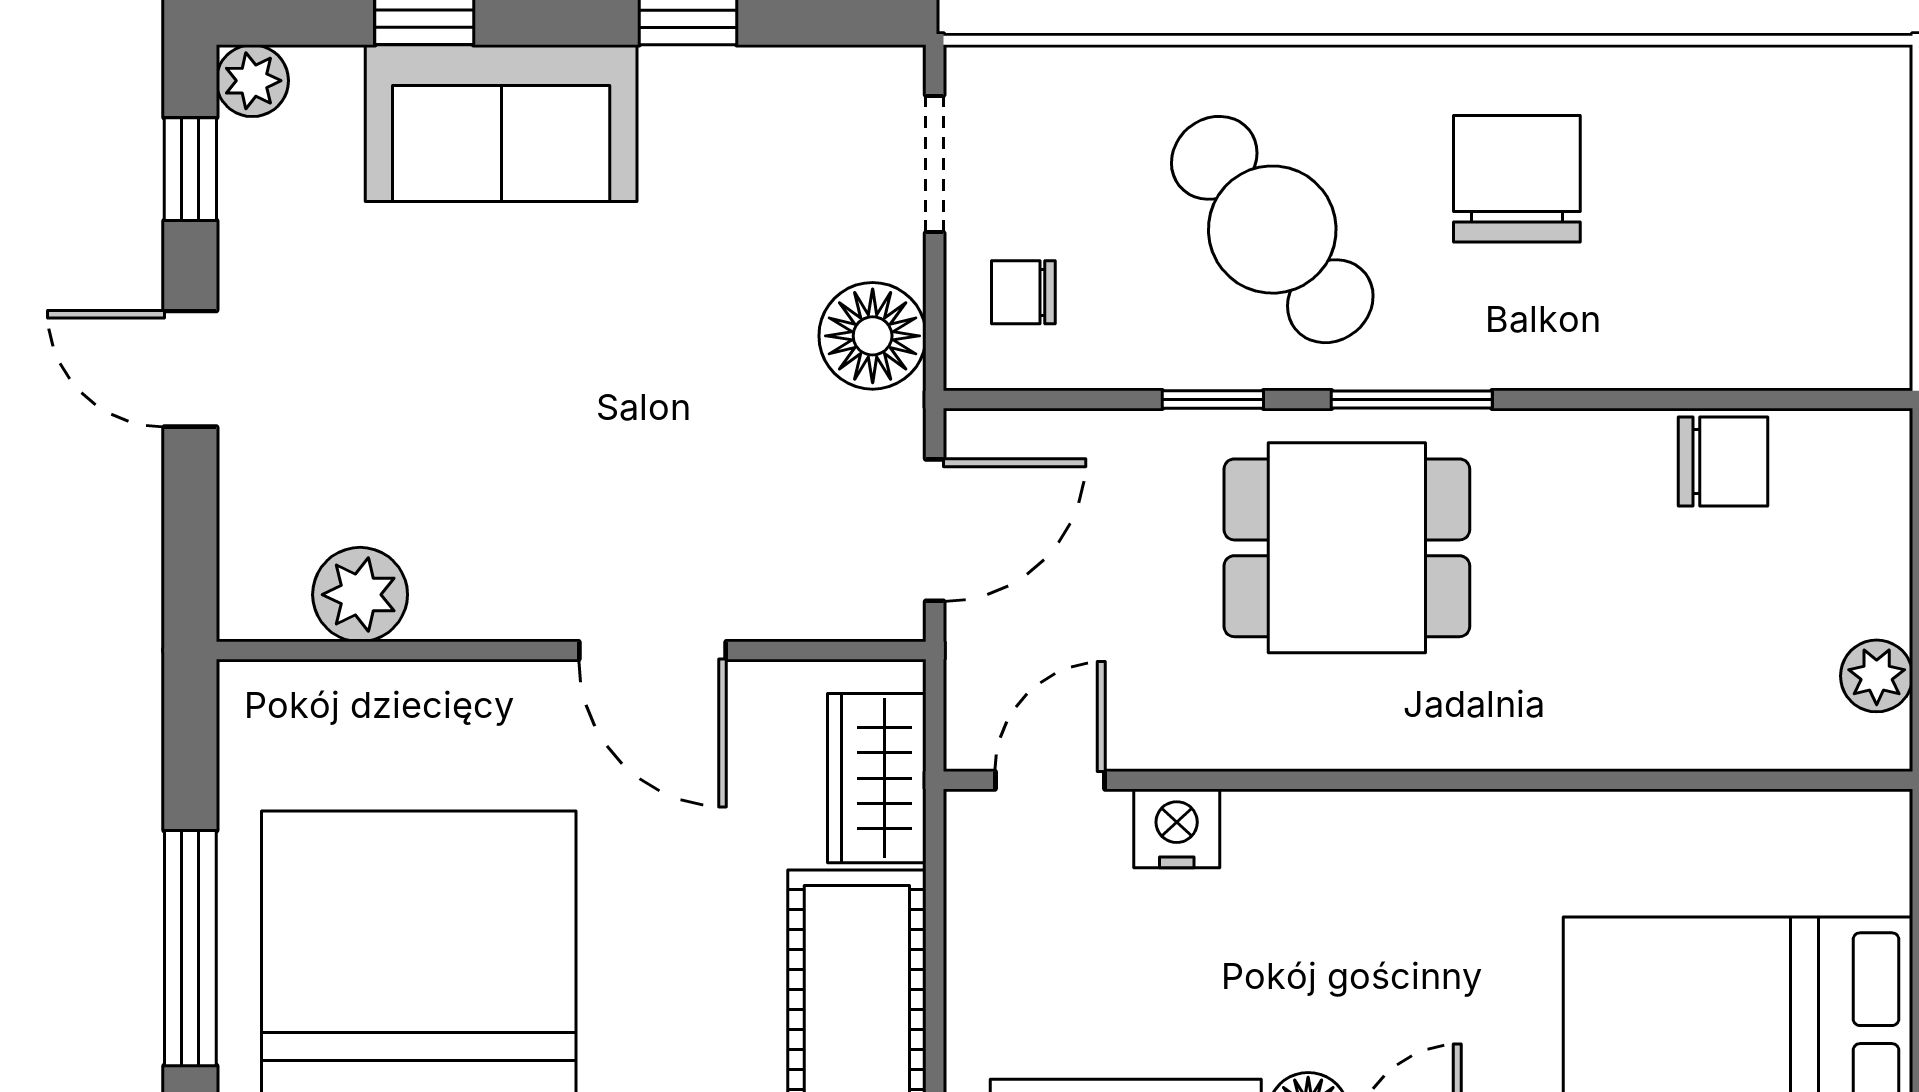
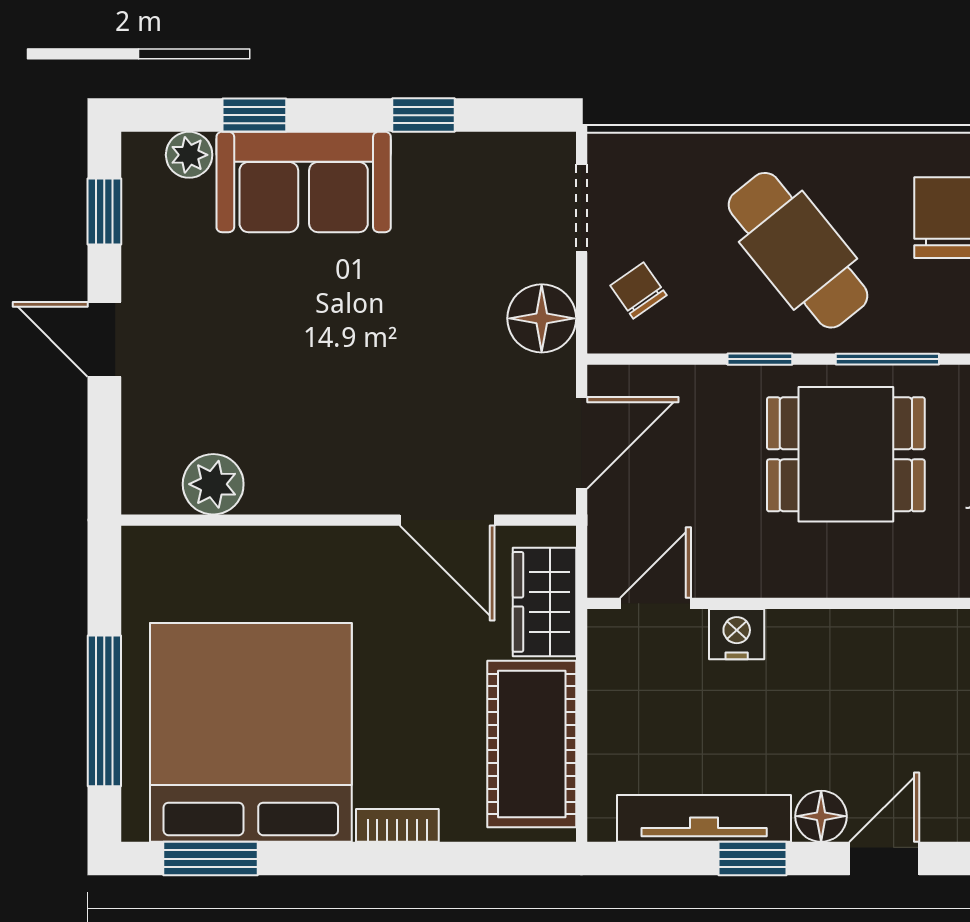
plant: (252, 81) -> (189, 155), moved
chair: (1023, 292) -> (638, 290), turned 55
door: (652, 650) -> (447, 520), moved

